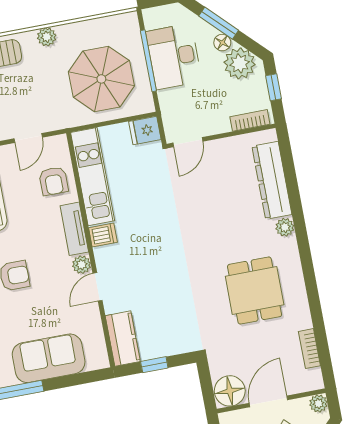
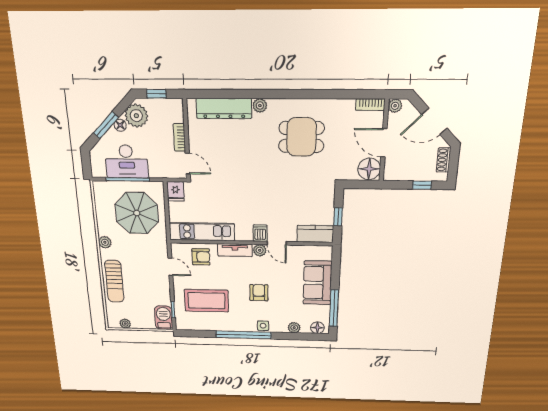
bookcase: (250, 120) -> (179, 137), moved
dishwasher: (103, 235) -> (260, 233), moved
bookcase: (309, 349) -> (370, 105), moved

